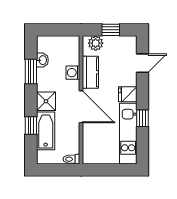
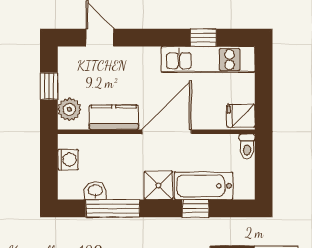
window: (31, 71) -> (113, 208), width x1.44
washing machine: (73, 73) -> (68, 160), moved, turned -90
fridge: (128, 94) -> (241, 116), moved, turned 90
window: (142, 118) -> (203, 38), moved

